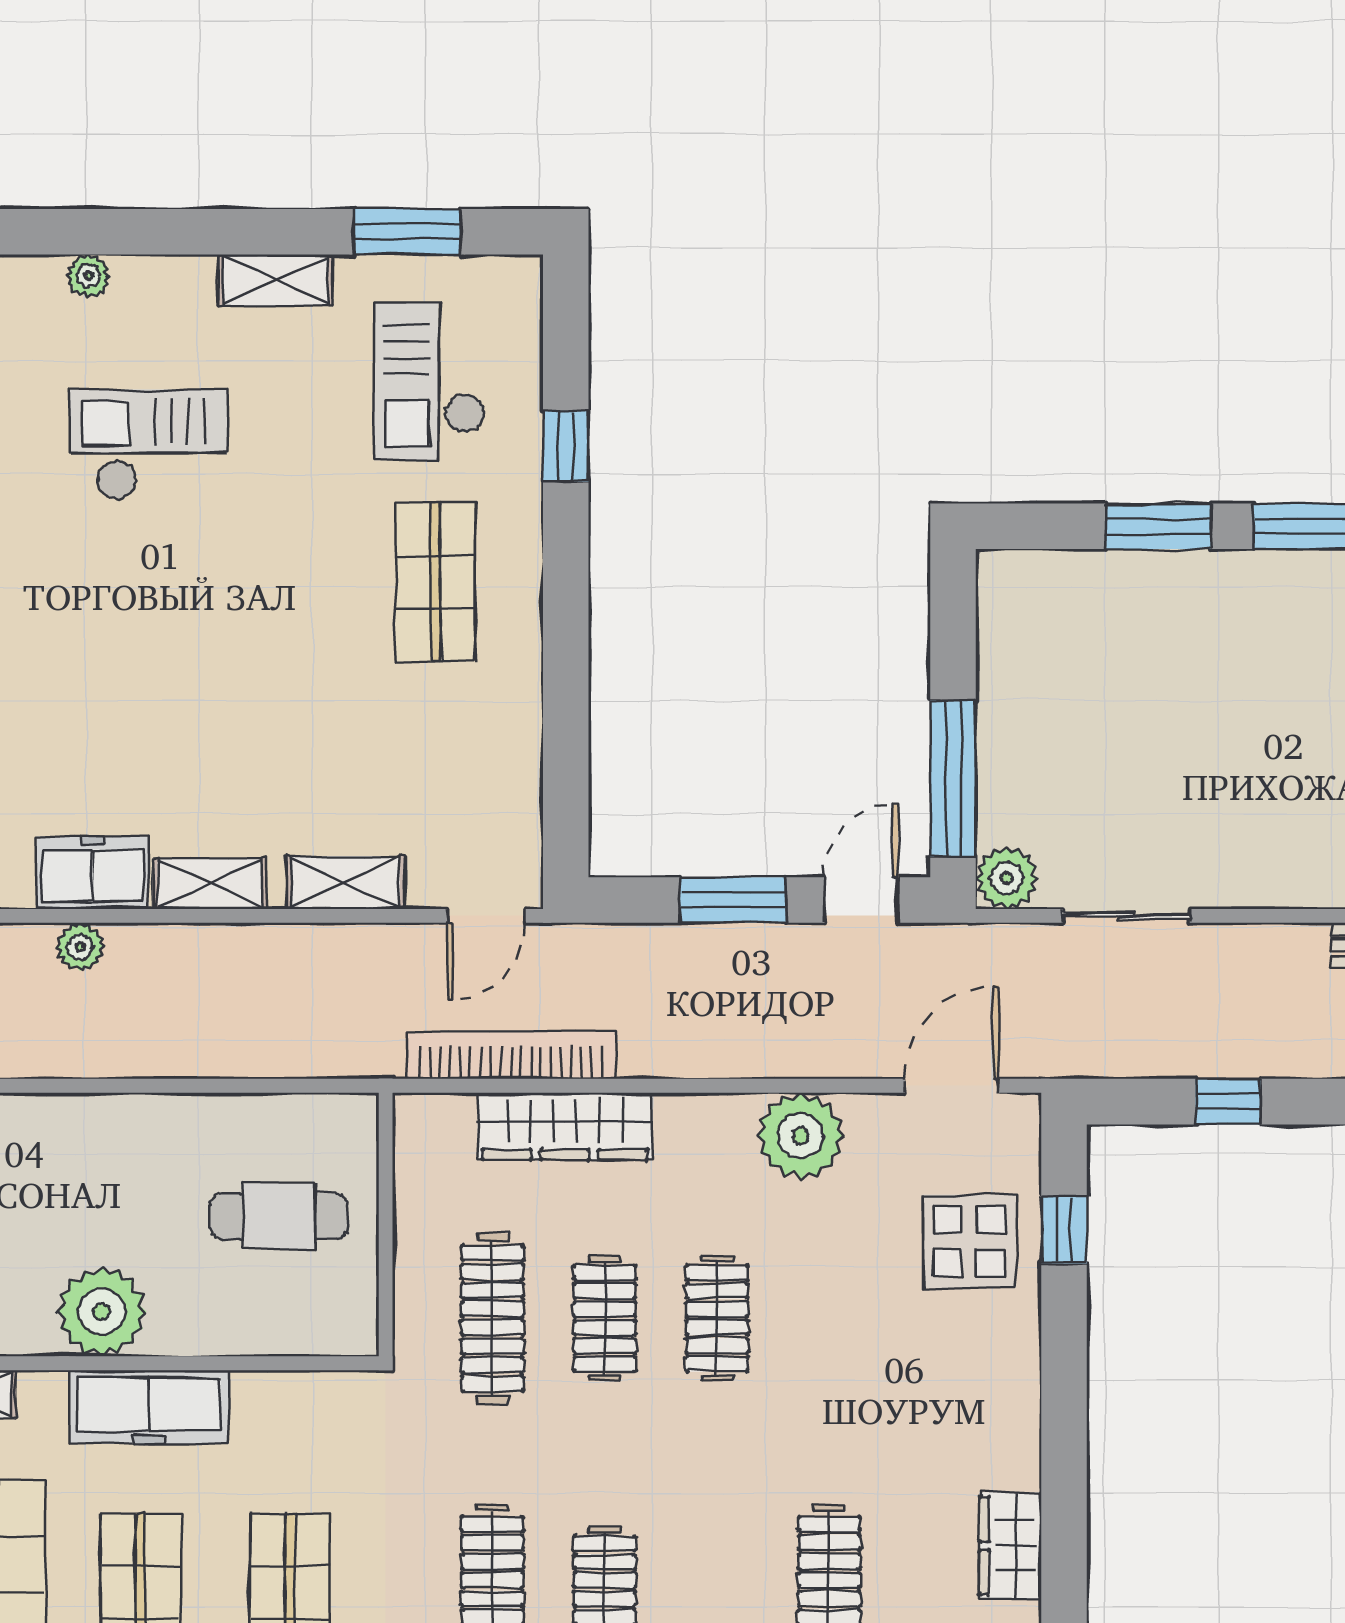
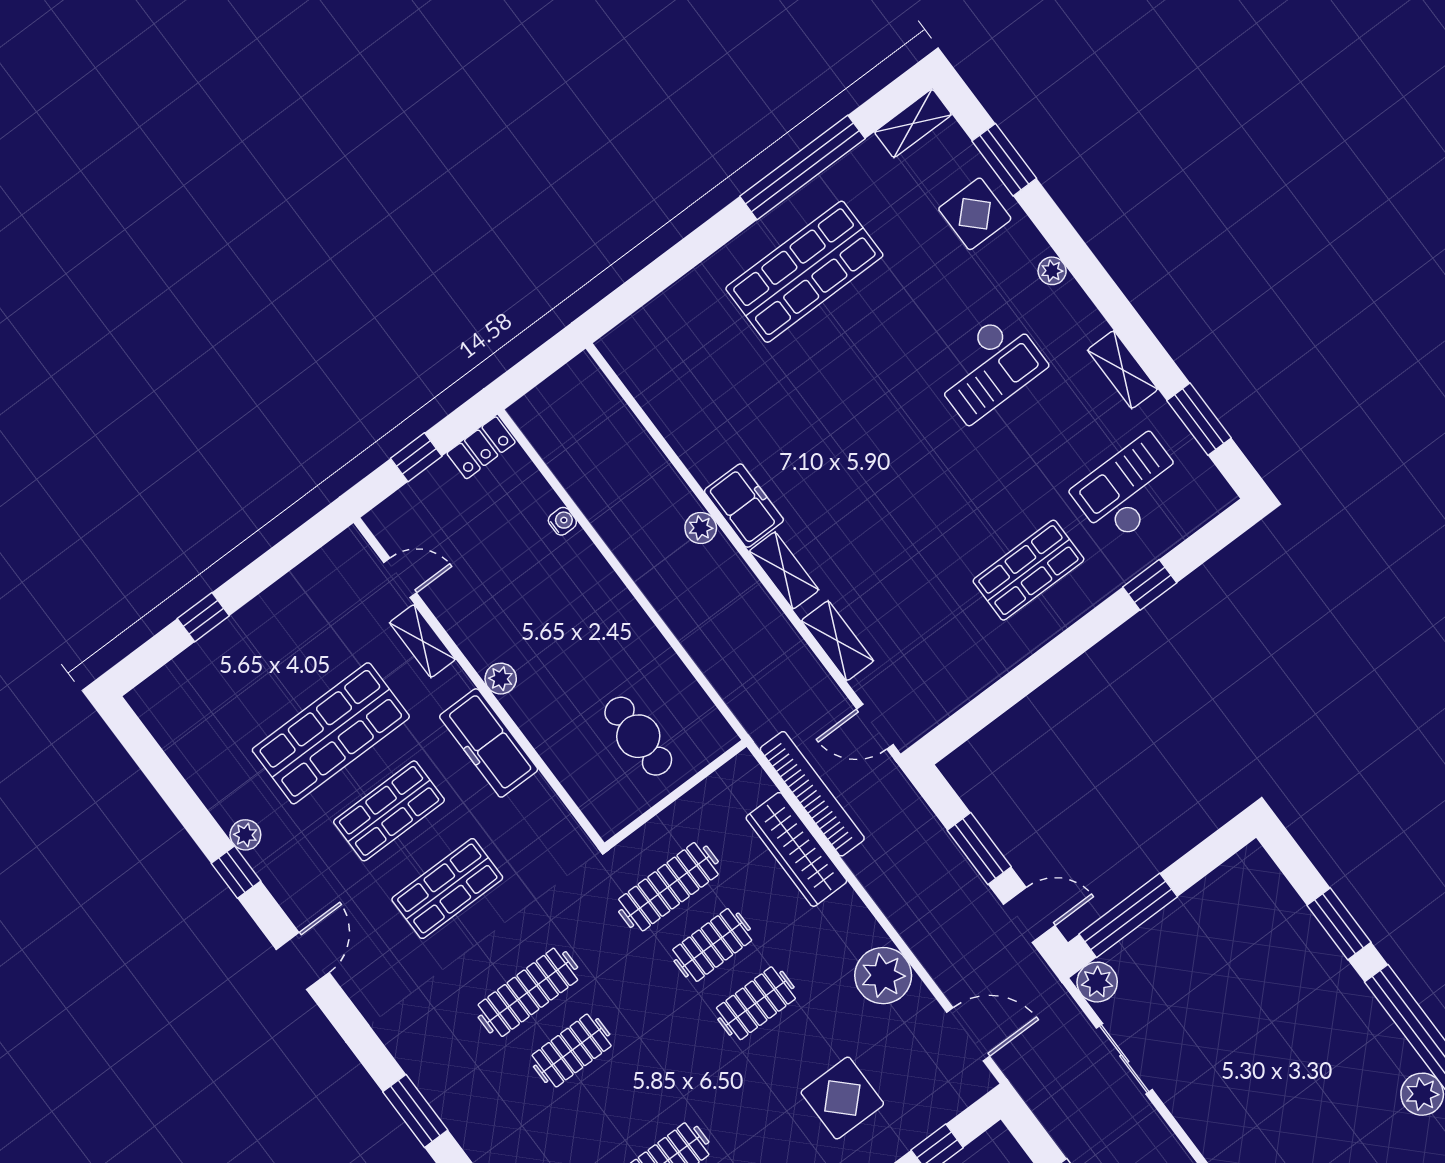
checkout: (148, 445) -> (988, 368), turned 90
display table: (969, 1241) -> (842, 1098), moved
plant: (102, 1312) -> (501, 679), width x0.53, depth x0.53

